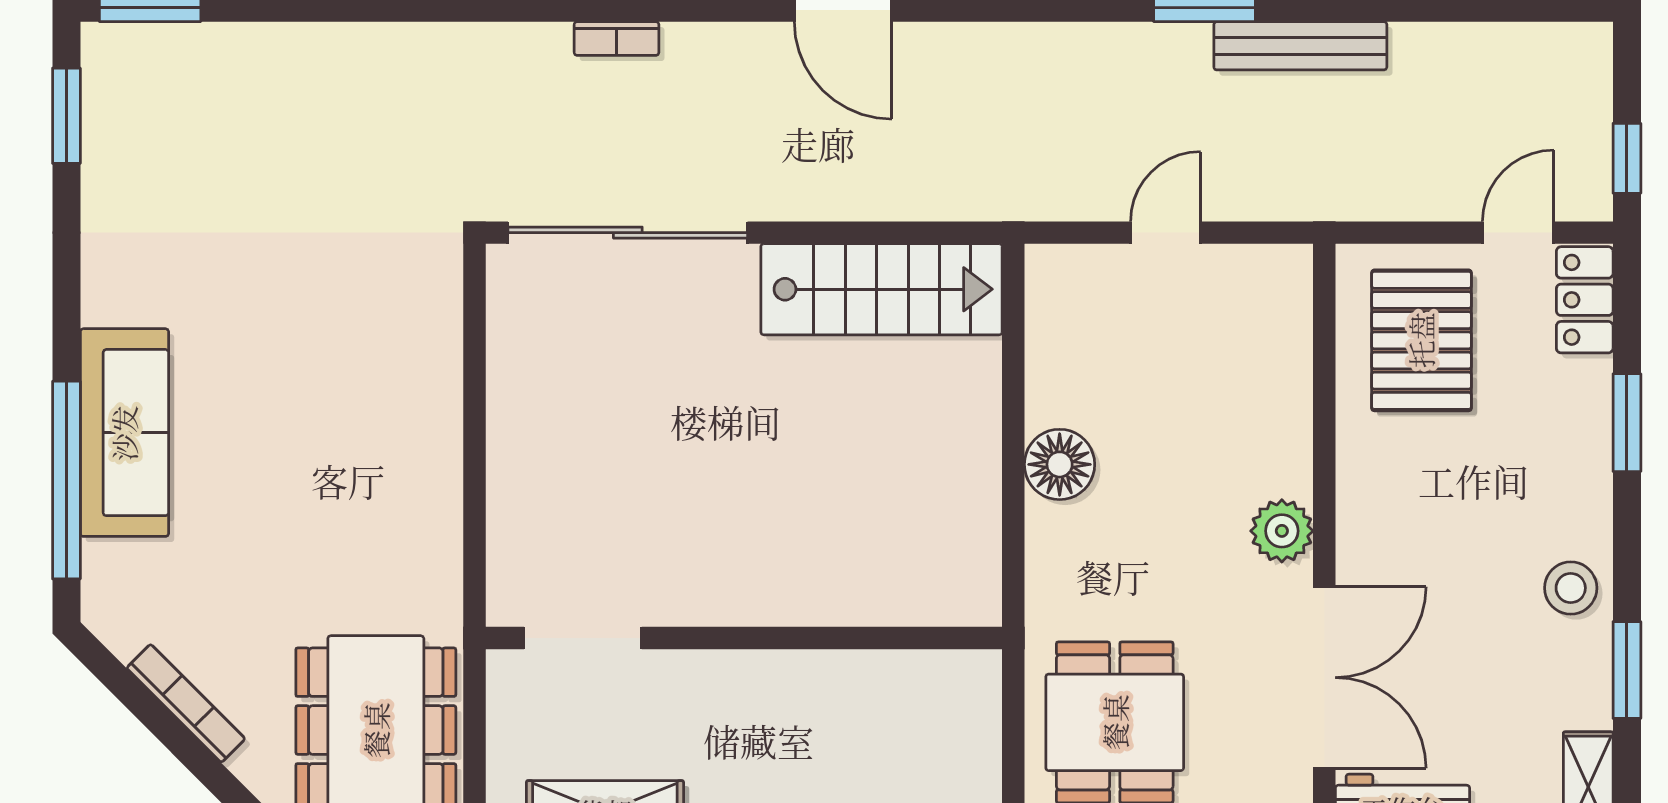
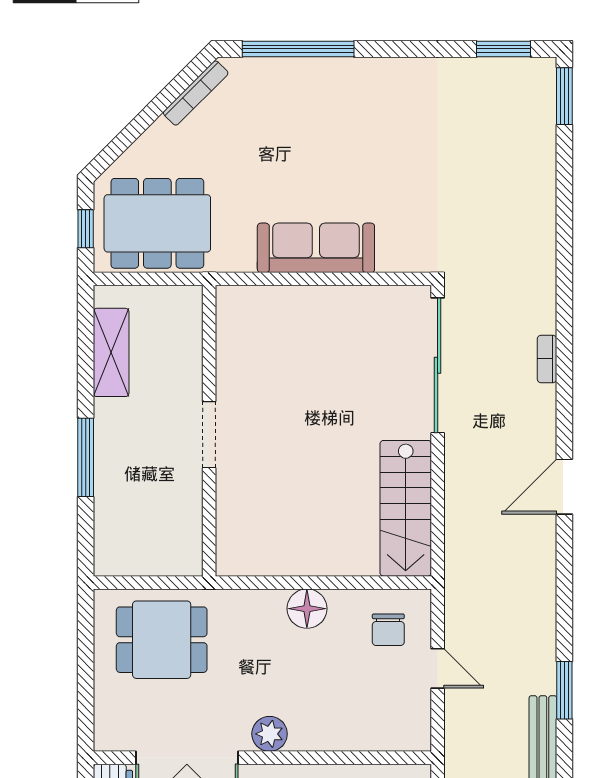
chair: (1097, 320) -> (388, 630), added
sofa: (124, 433) -> (316, 248), moved, turned 180
doorway: (583, 638) -> (209, 435), moved
bookcase: (186, 703) -> (196, 93), moved

